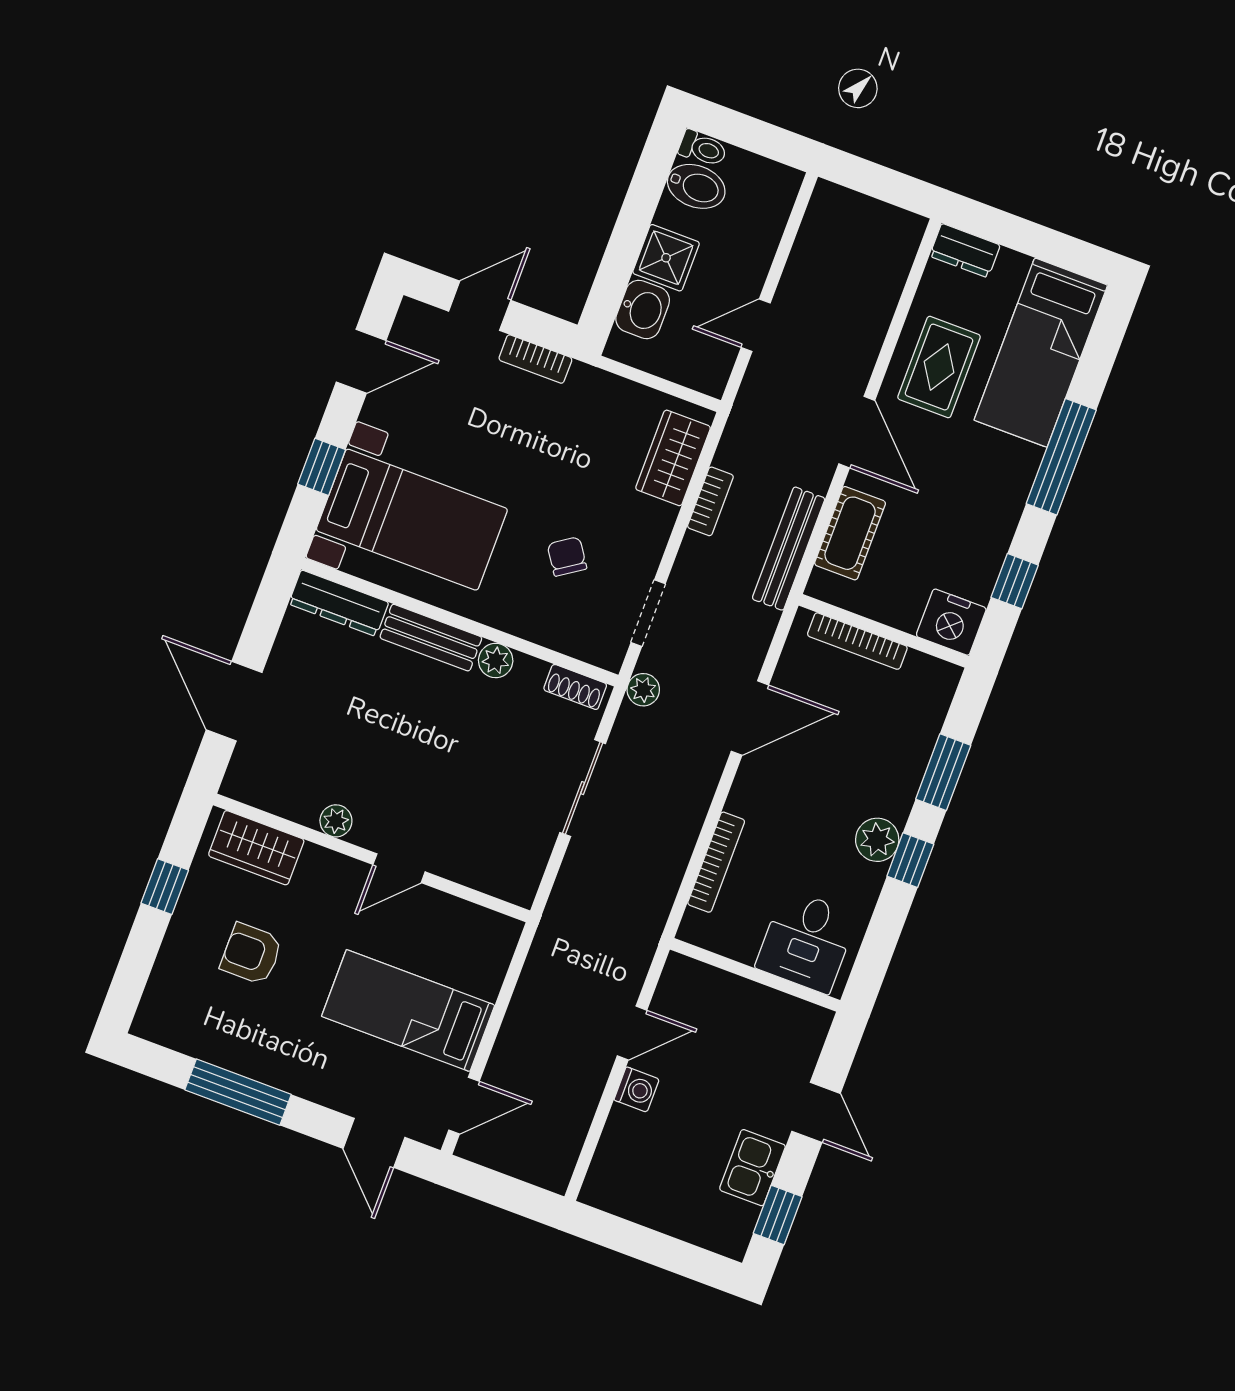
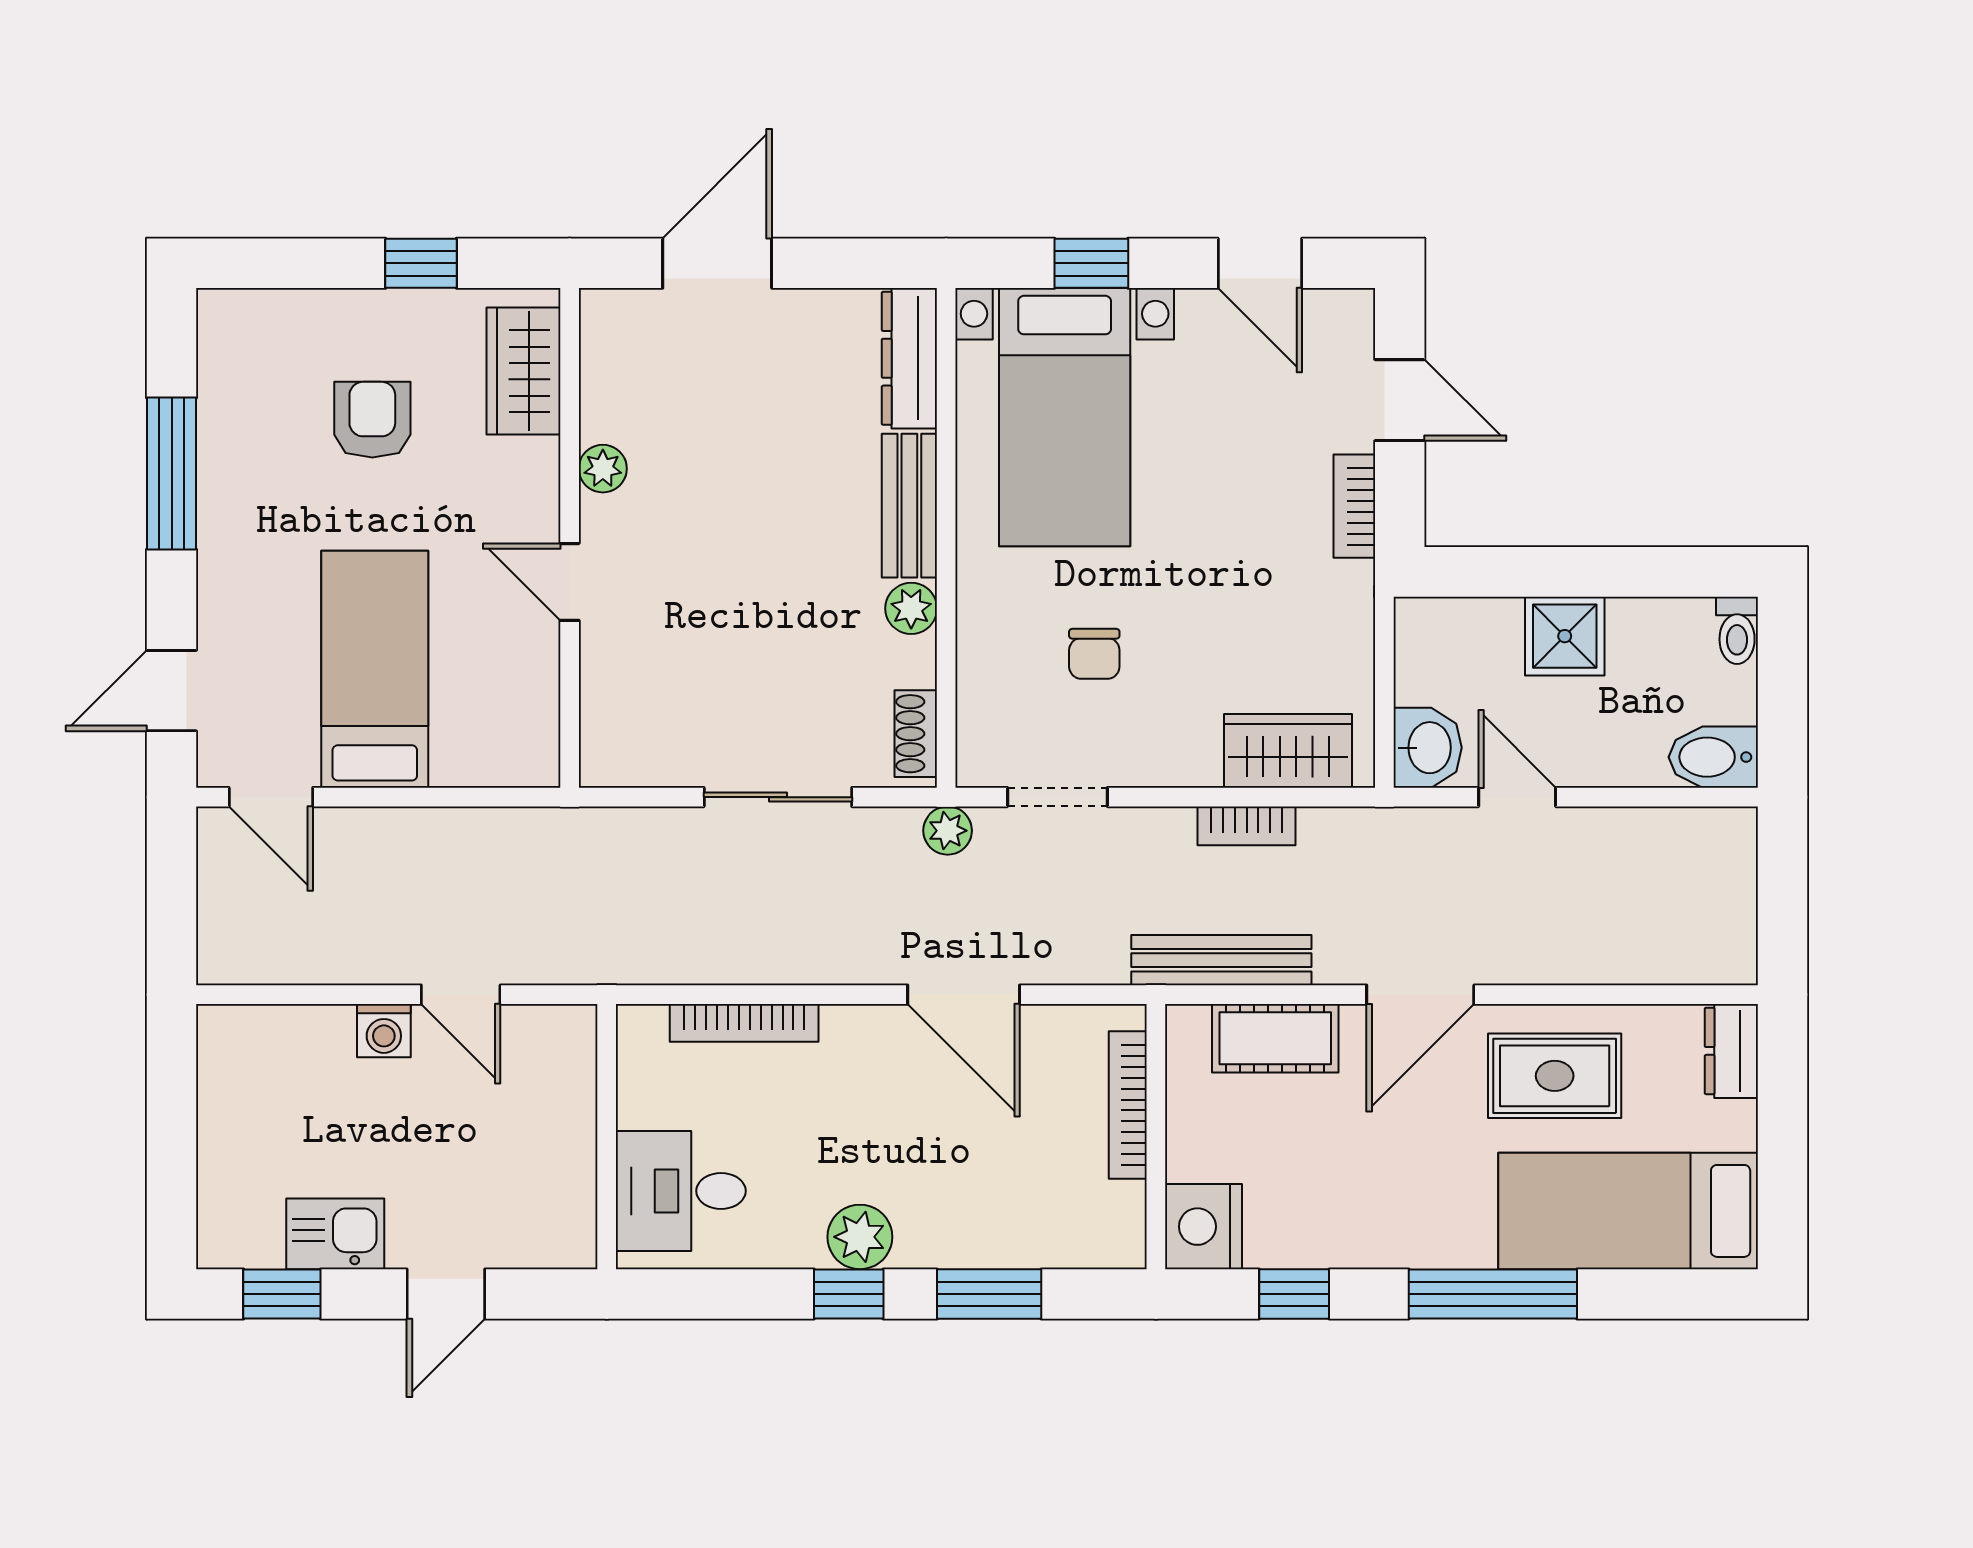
bidet: (696, 186) -> (1713, 757), moved, turned 90
washbasin: (643, 309) -> (1428, 748), moved, turned -90
chair: (567, 556) -> (1094, 654), turned 124

